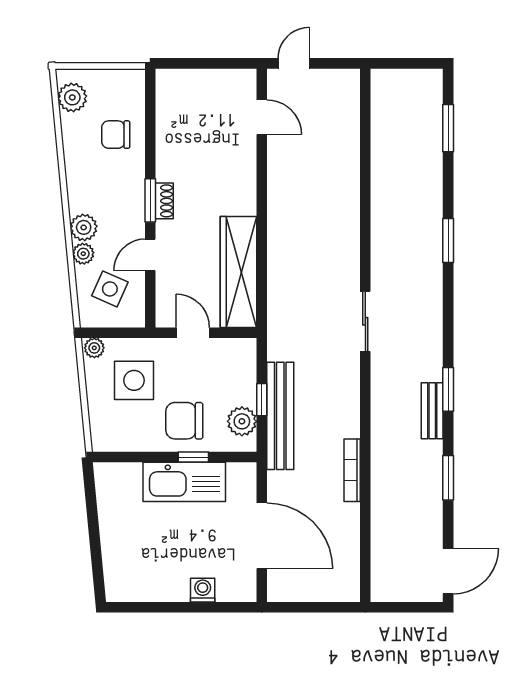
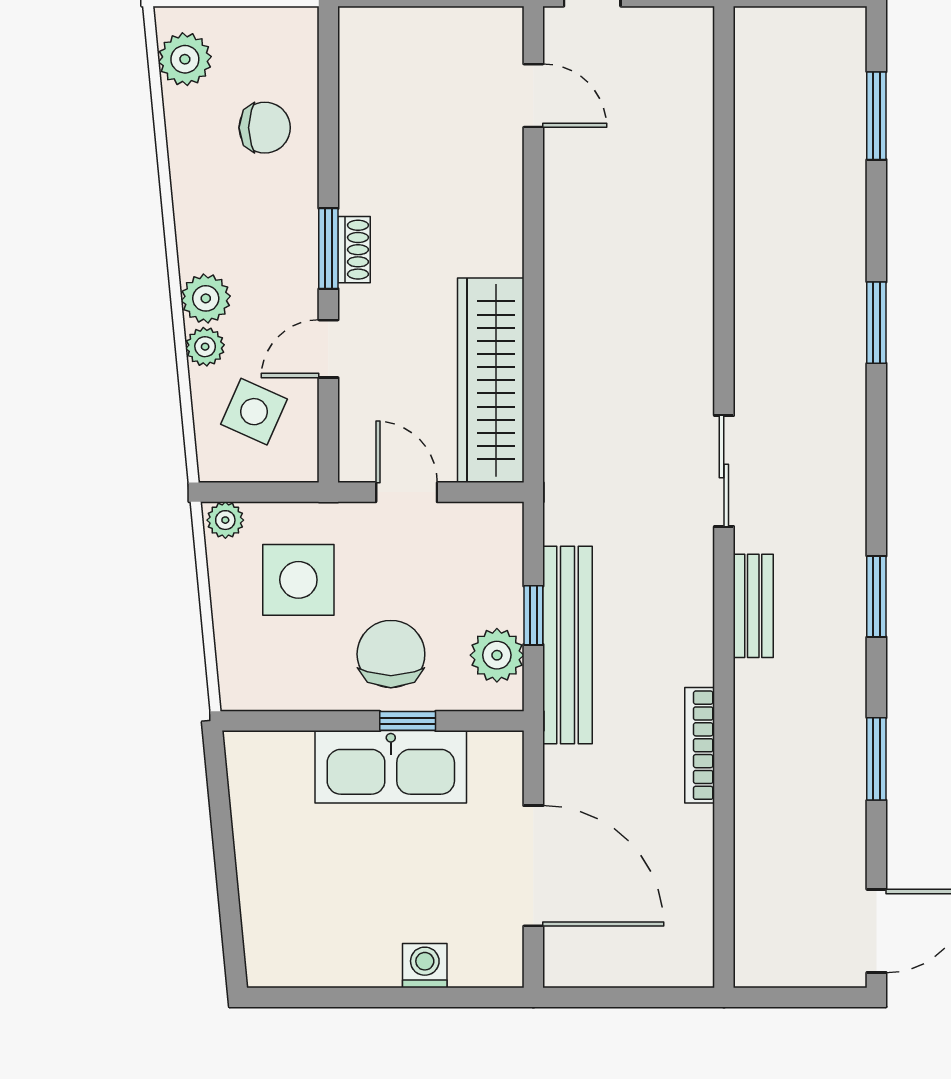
chair: (116, 135) -> (265, 128), turned 180
bench: (432, 411) -> (753, 606), moved
chair: (184, 421) -> (391, 654), turned 90

